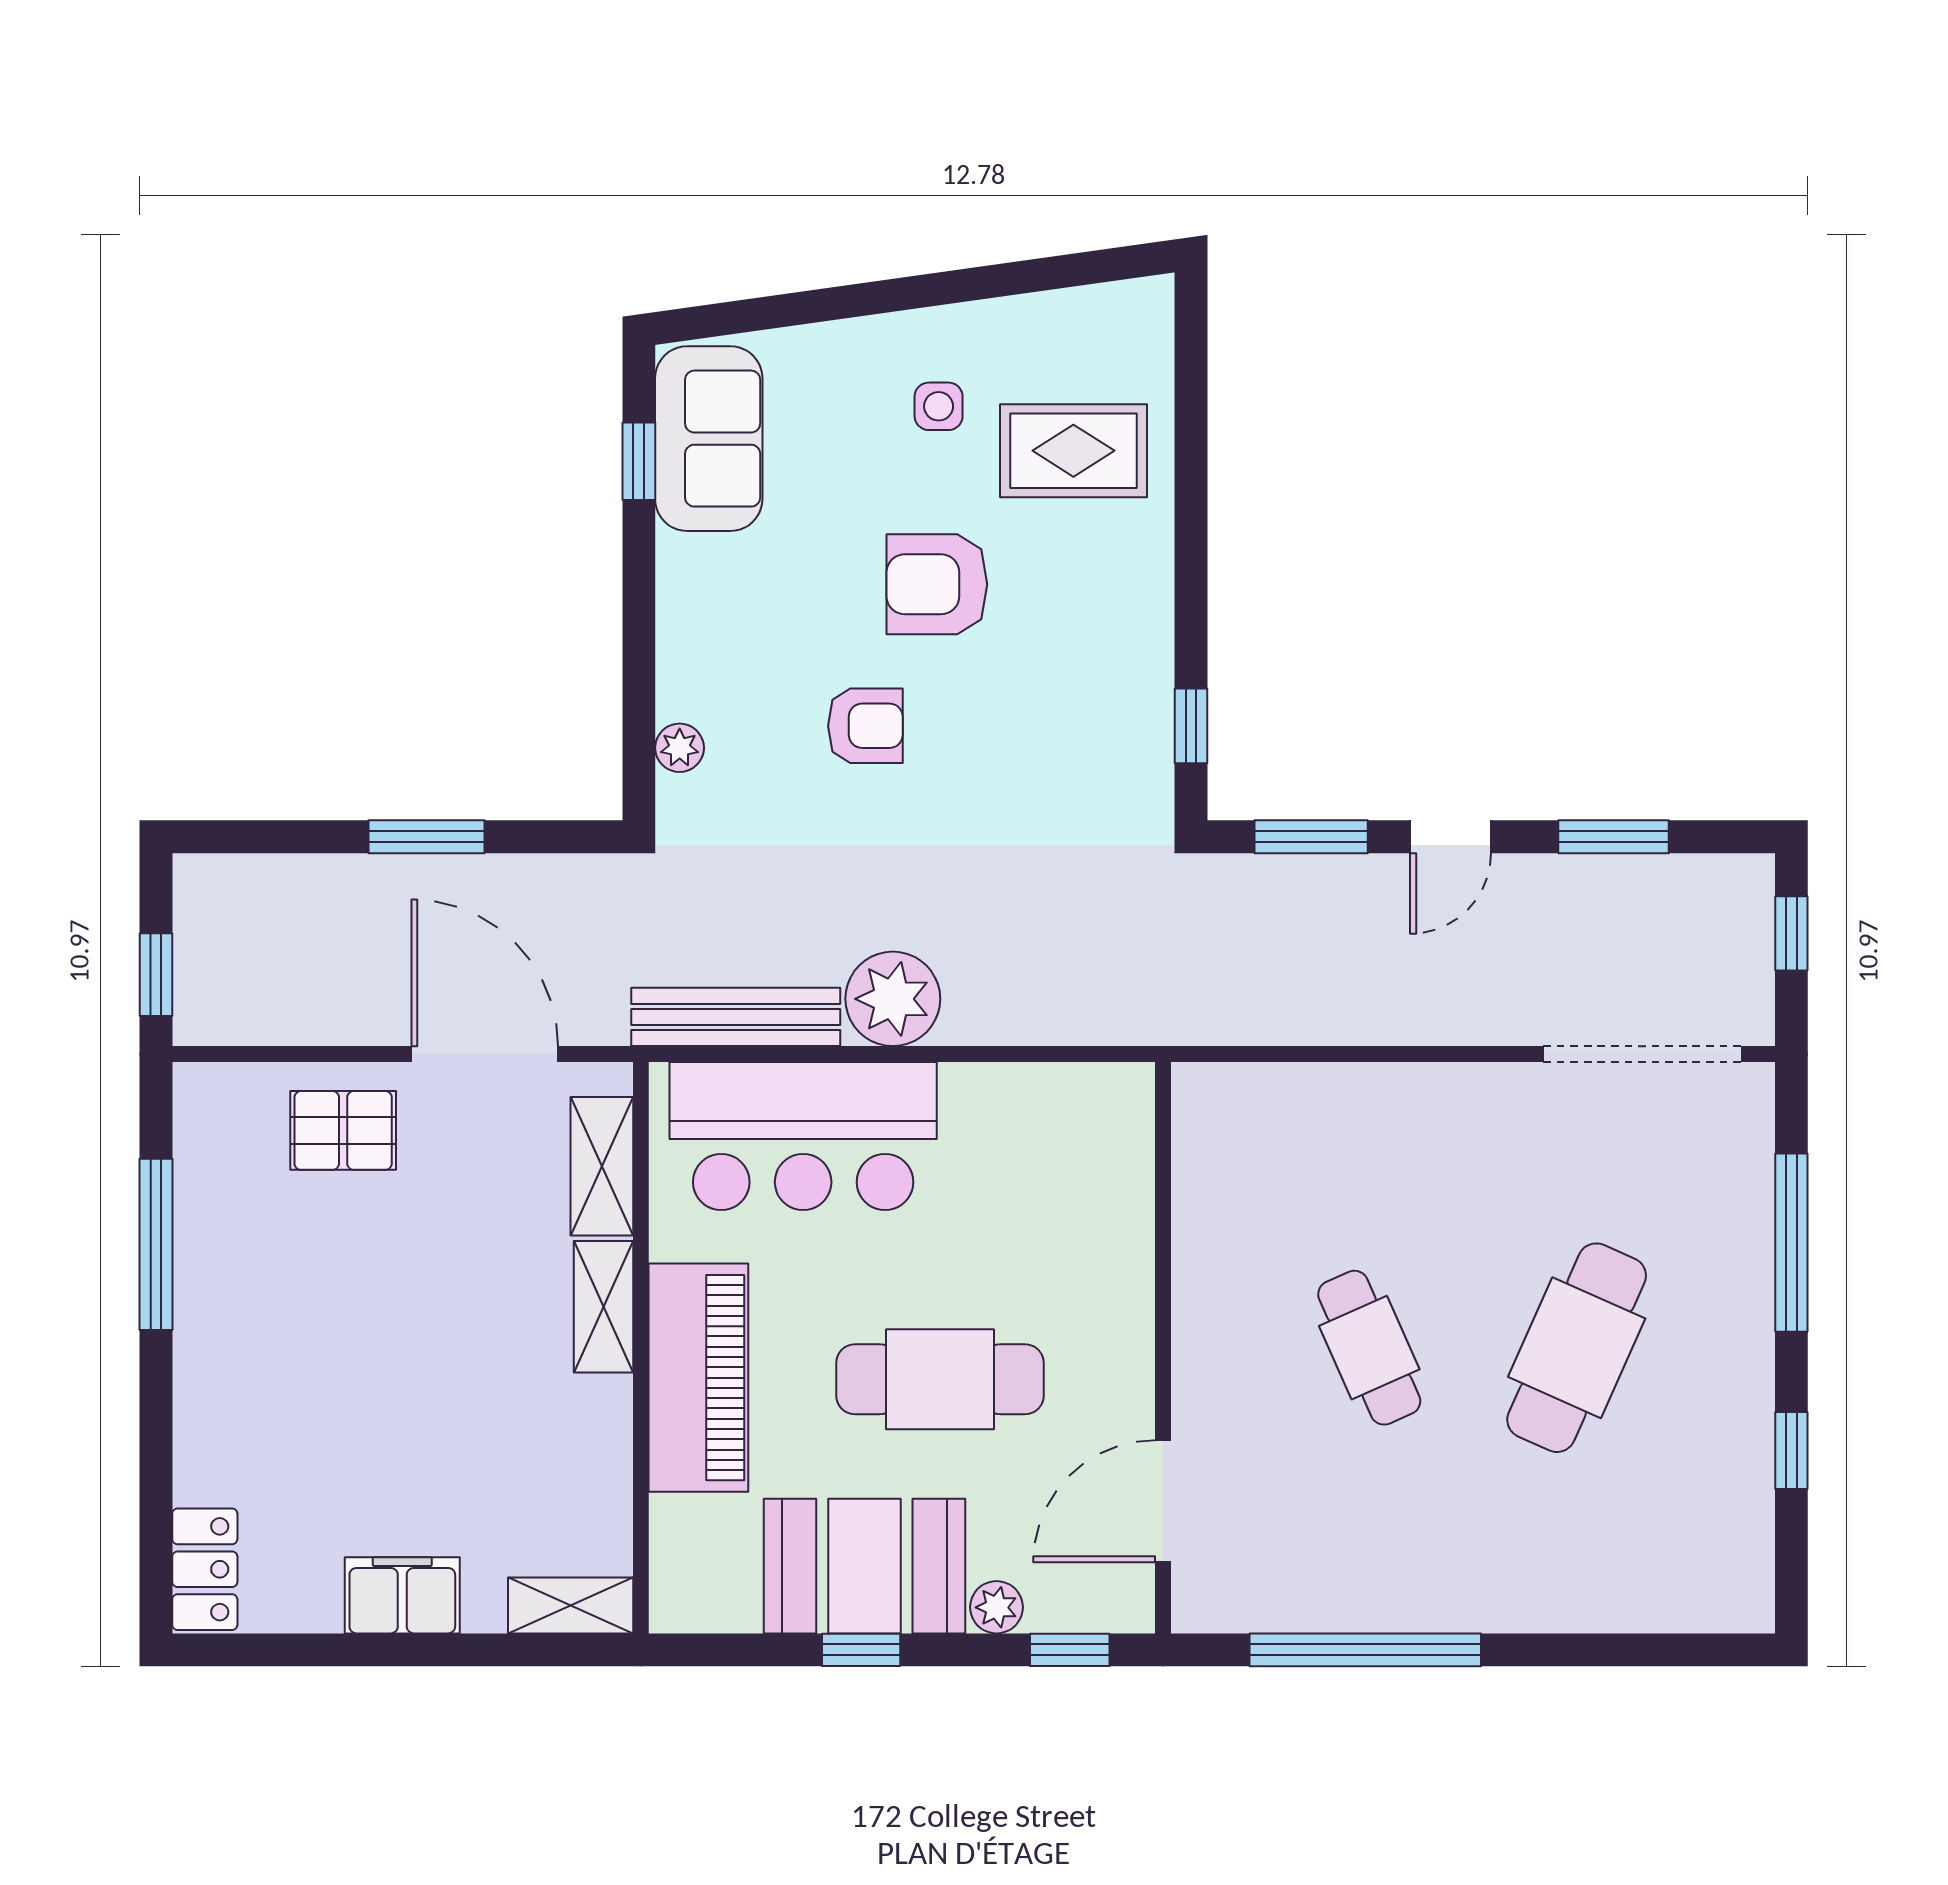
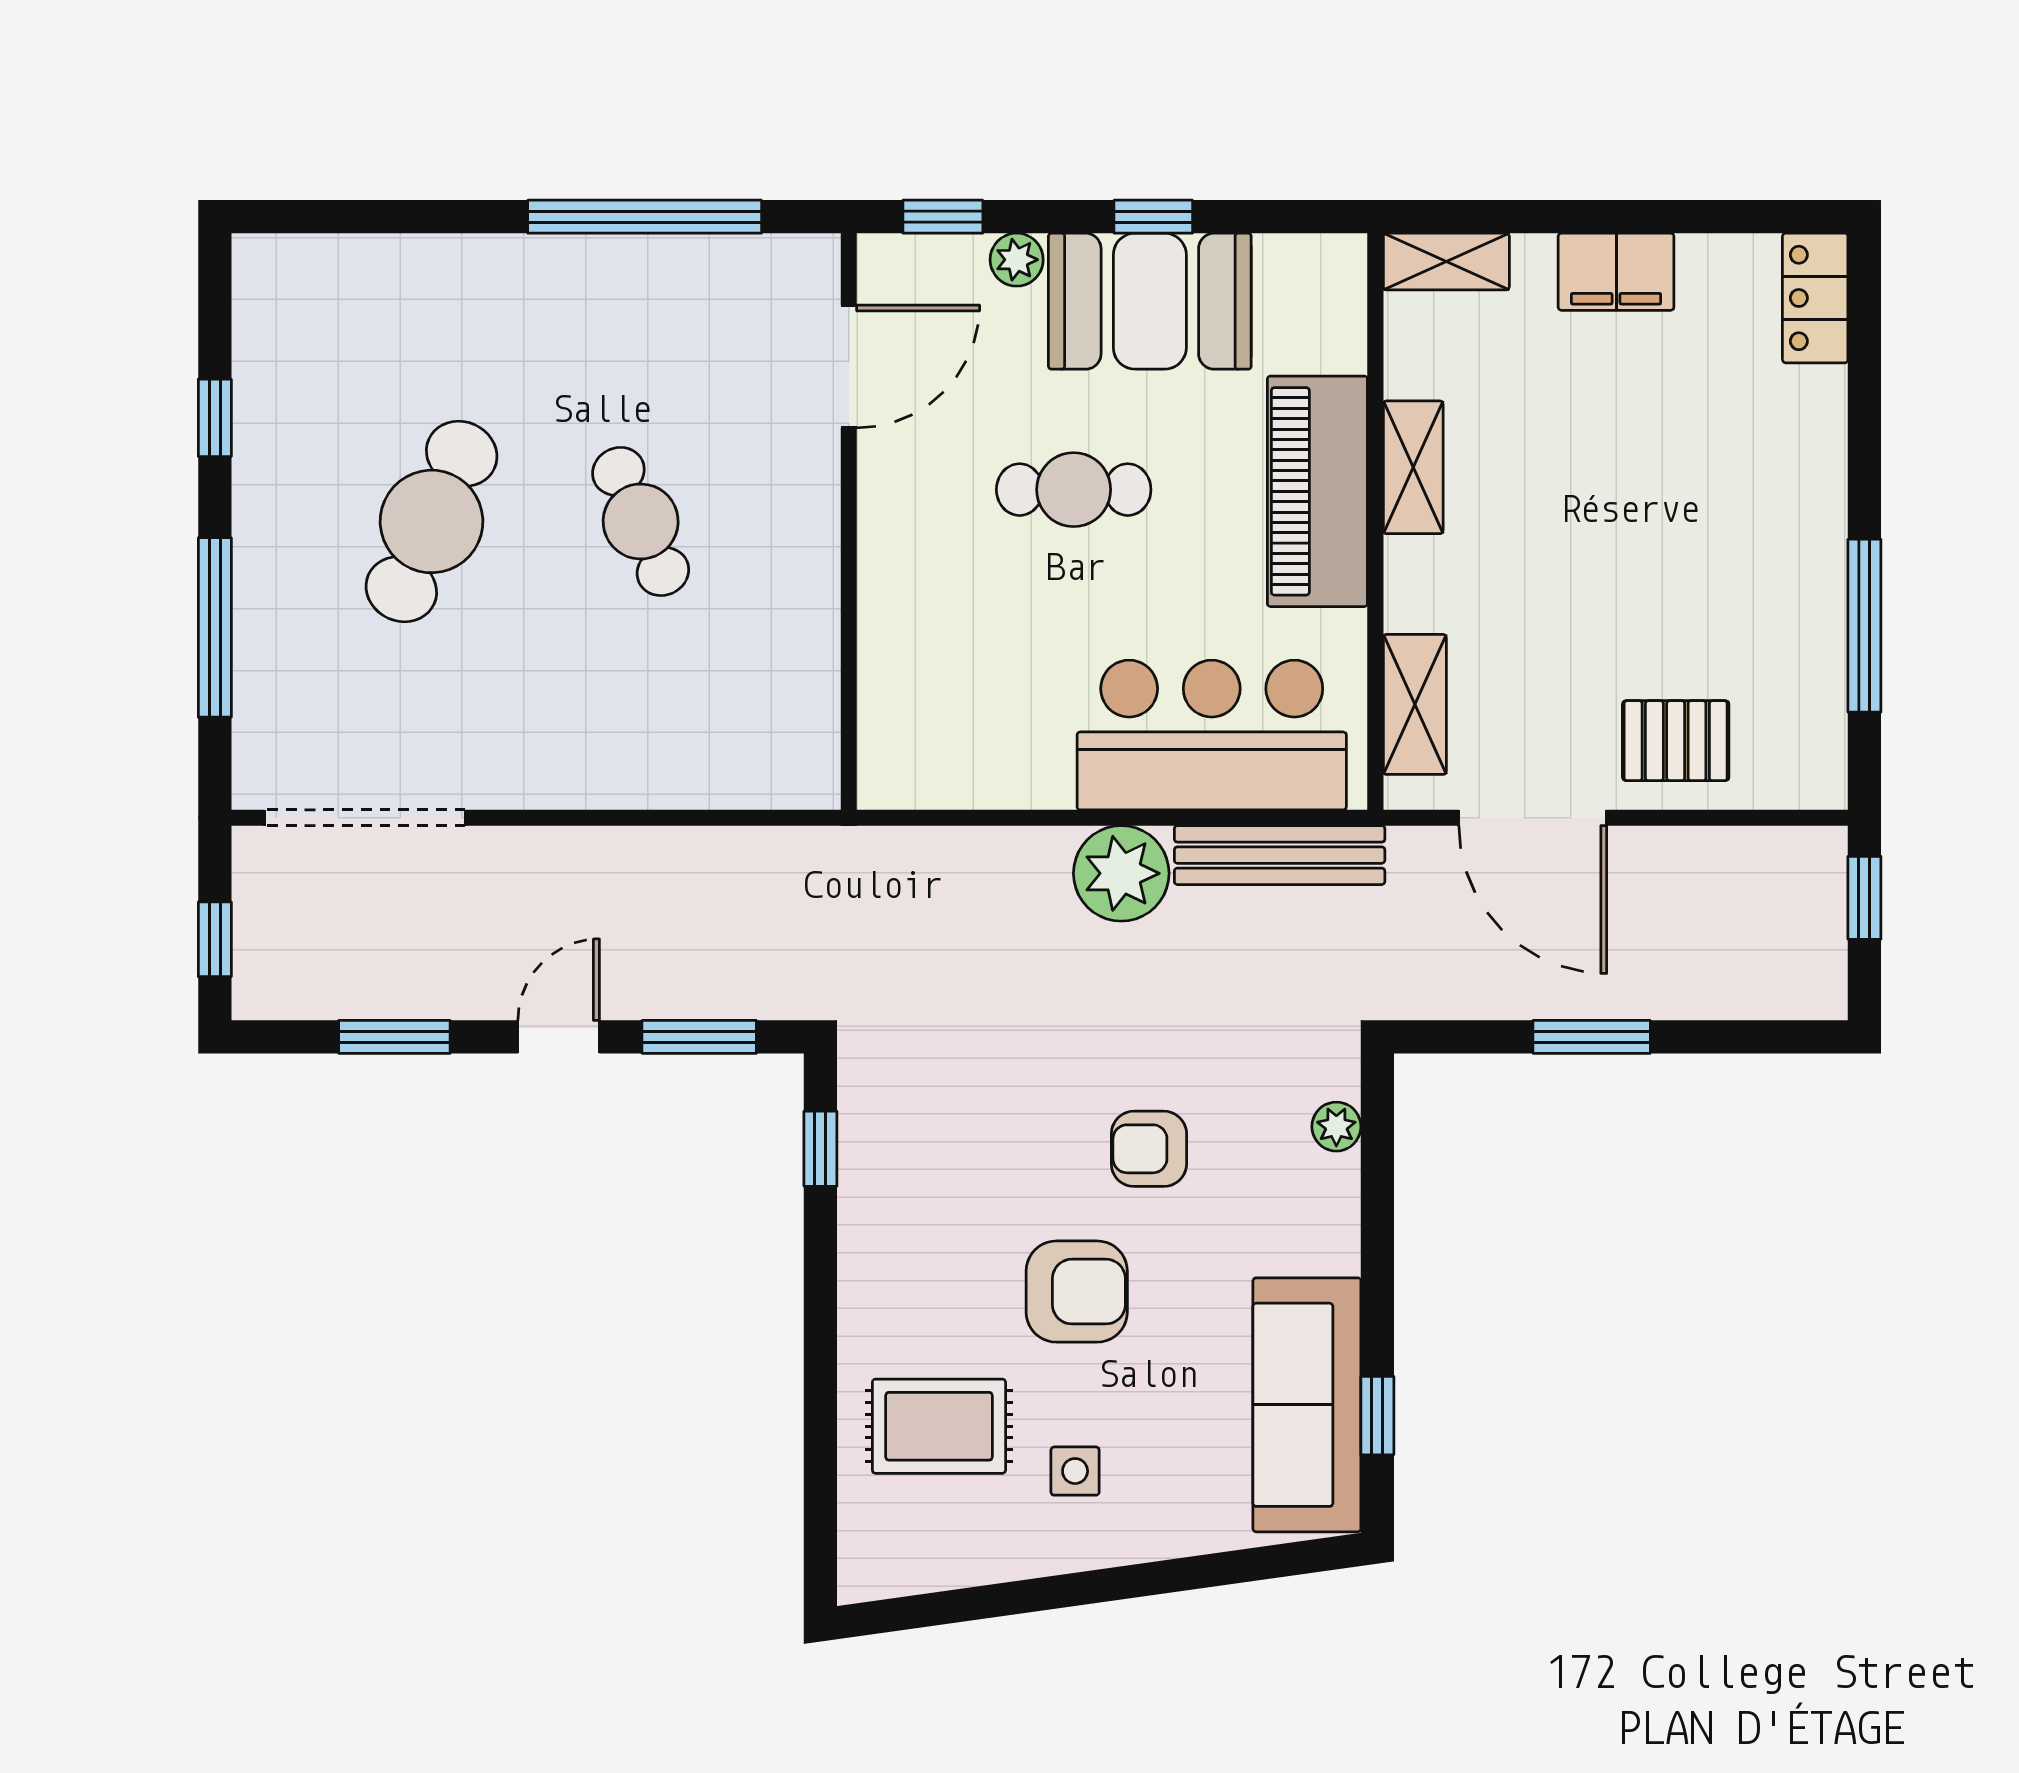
sofa: (709, 439) -> (1307, 1405), width x1.36
shelving: (603, 1307) -> (1413, 467), moved
cafe table: (940, 1379) -> (1074, 490), width x0.73, depth x0.74

